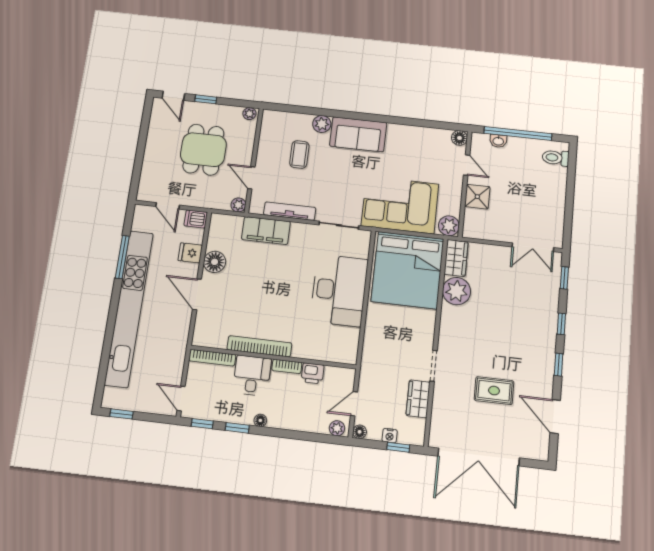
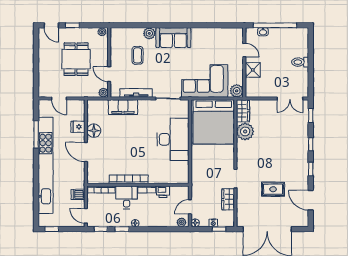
floor lamp: (459, 138) -> (238, 33), removed
toilet: (556, 158) -> (300, 62), moved
dishwasher: (196, 219) -> (78, 194), moved

